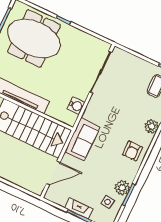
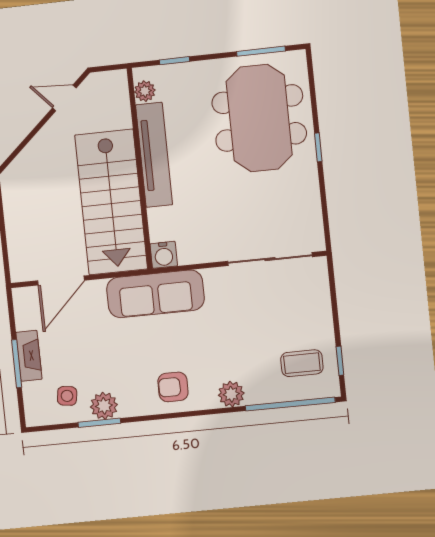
water cooler: (76, 106) -> (164, 255), moved
sofa: (82, 140) -> (155, 294), width x1.36
door: (53, 173) -> (61, 280), hinge flipped

